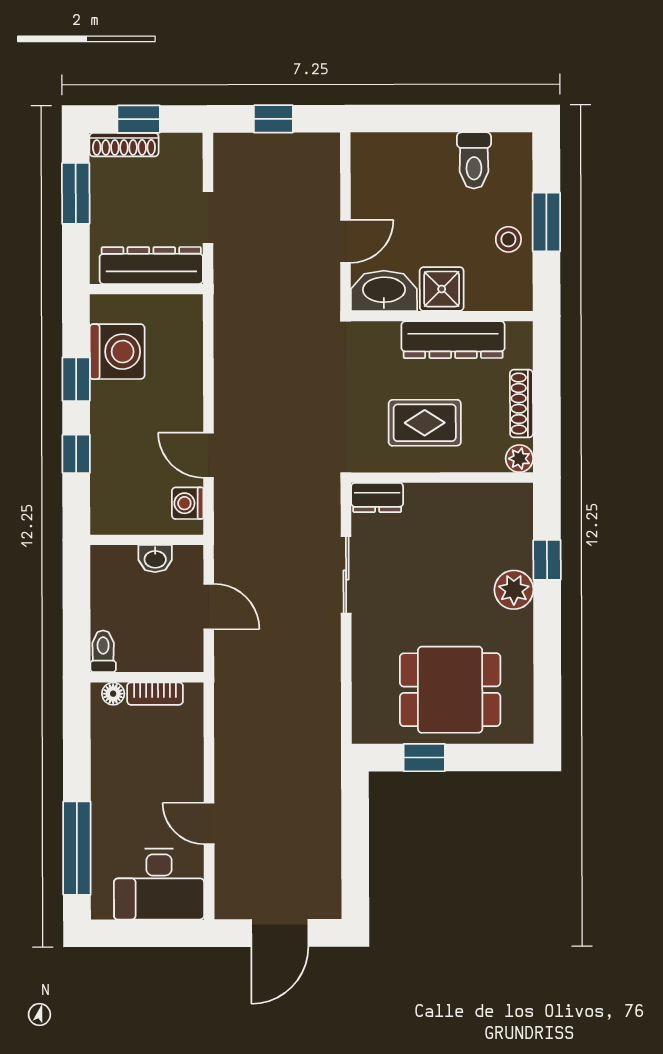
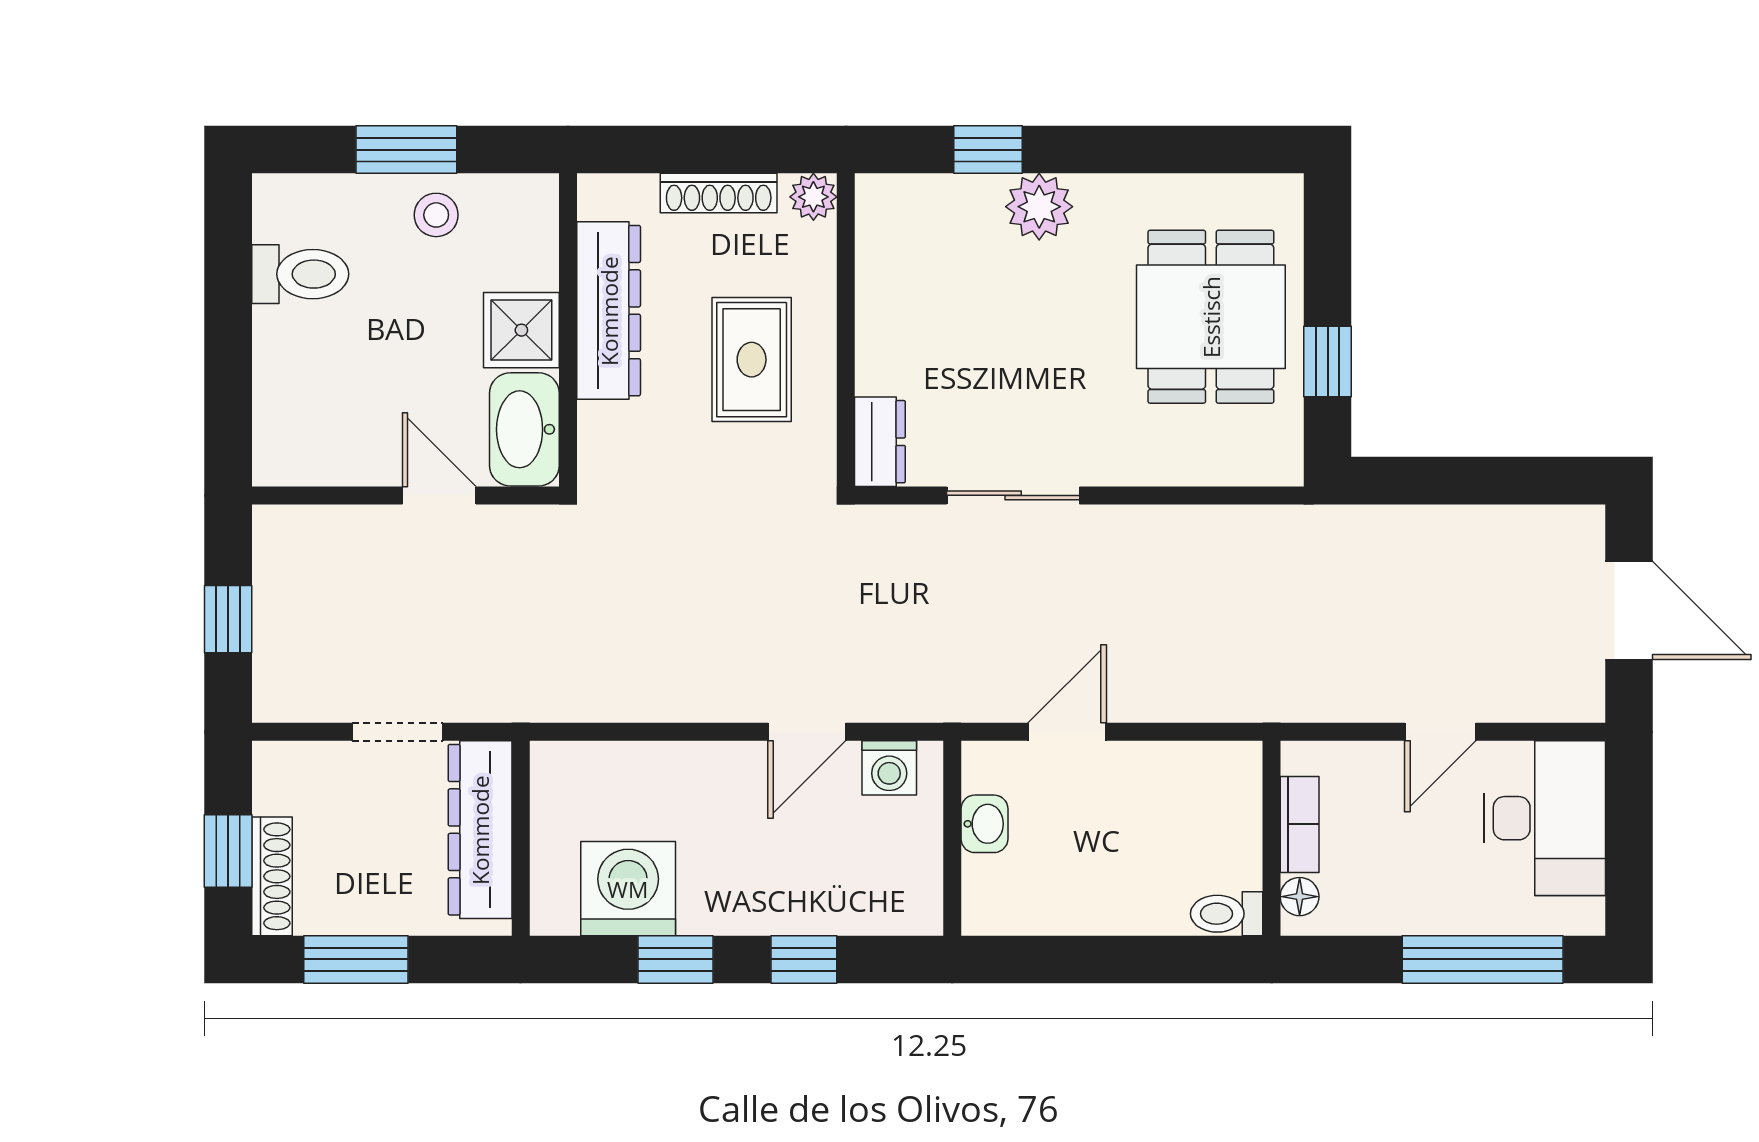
toilet: (103, 651) -> (1227, 914), moved
wall: (147, 677) -> (1271, 838), moved
floor lamp: (113, 694) -> (1300, 897), moved
bookcase: (155, 694) -> (1300, 824), moved

